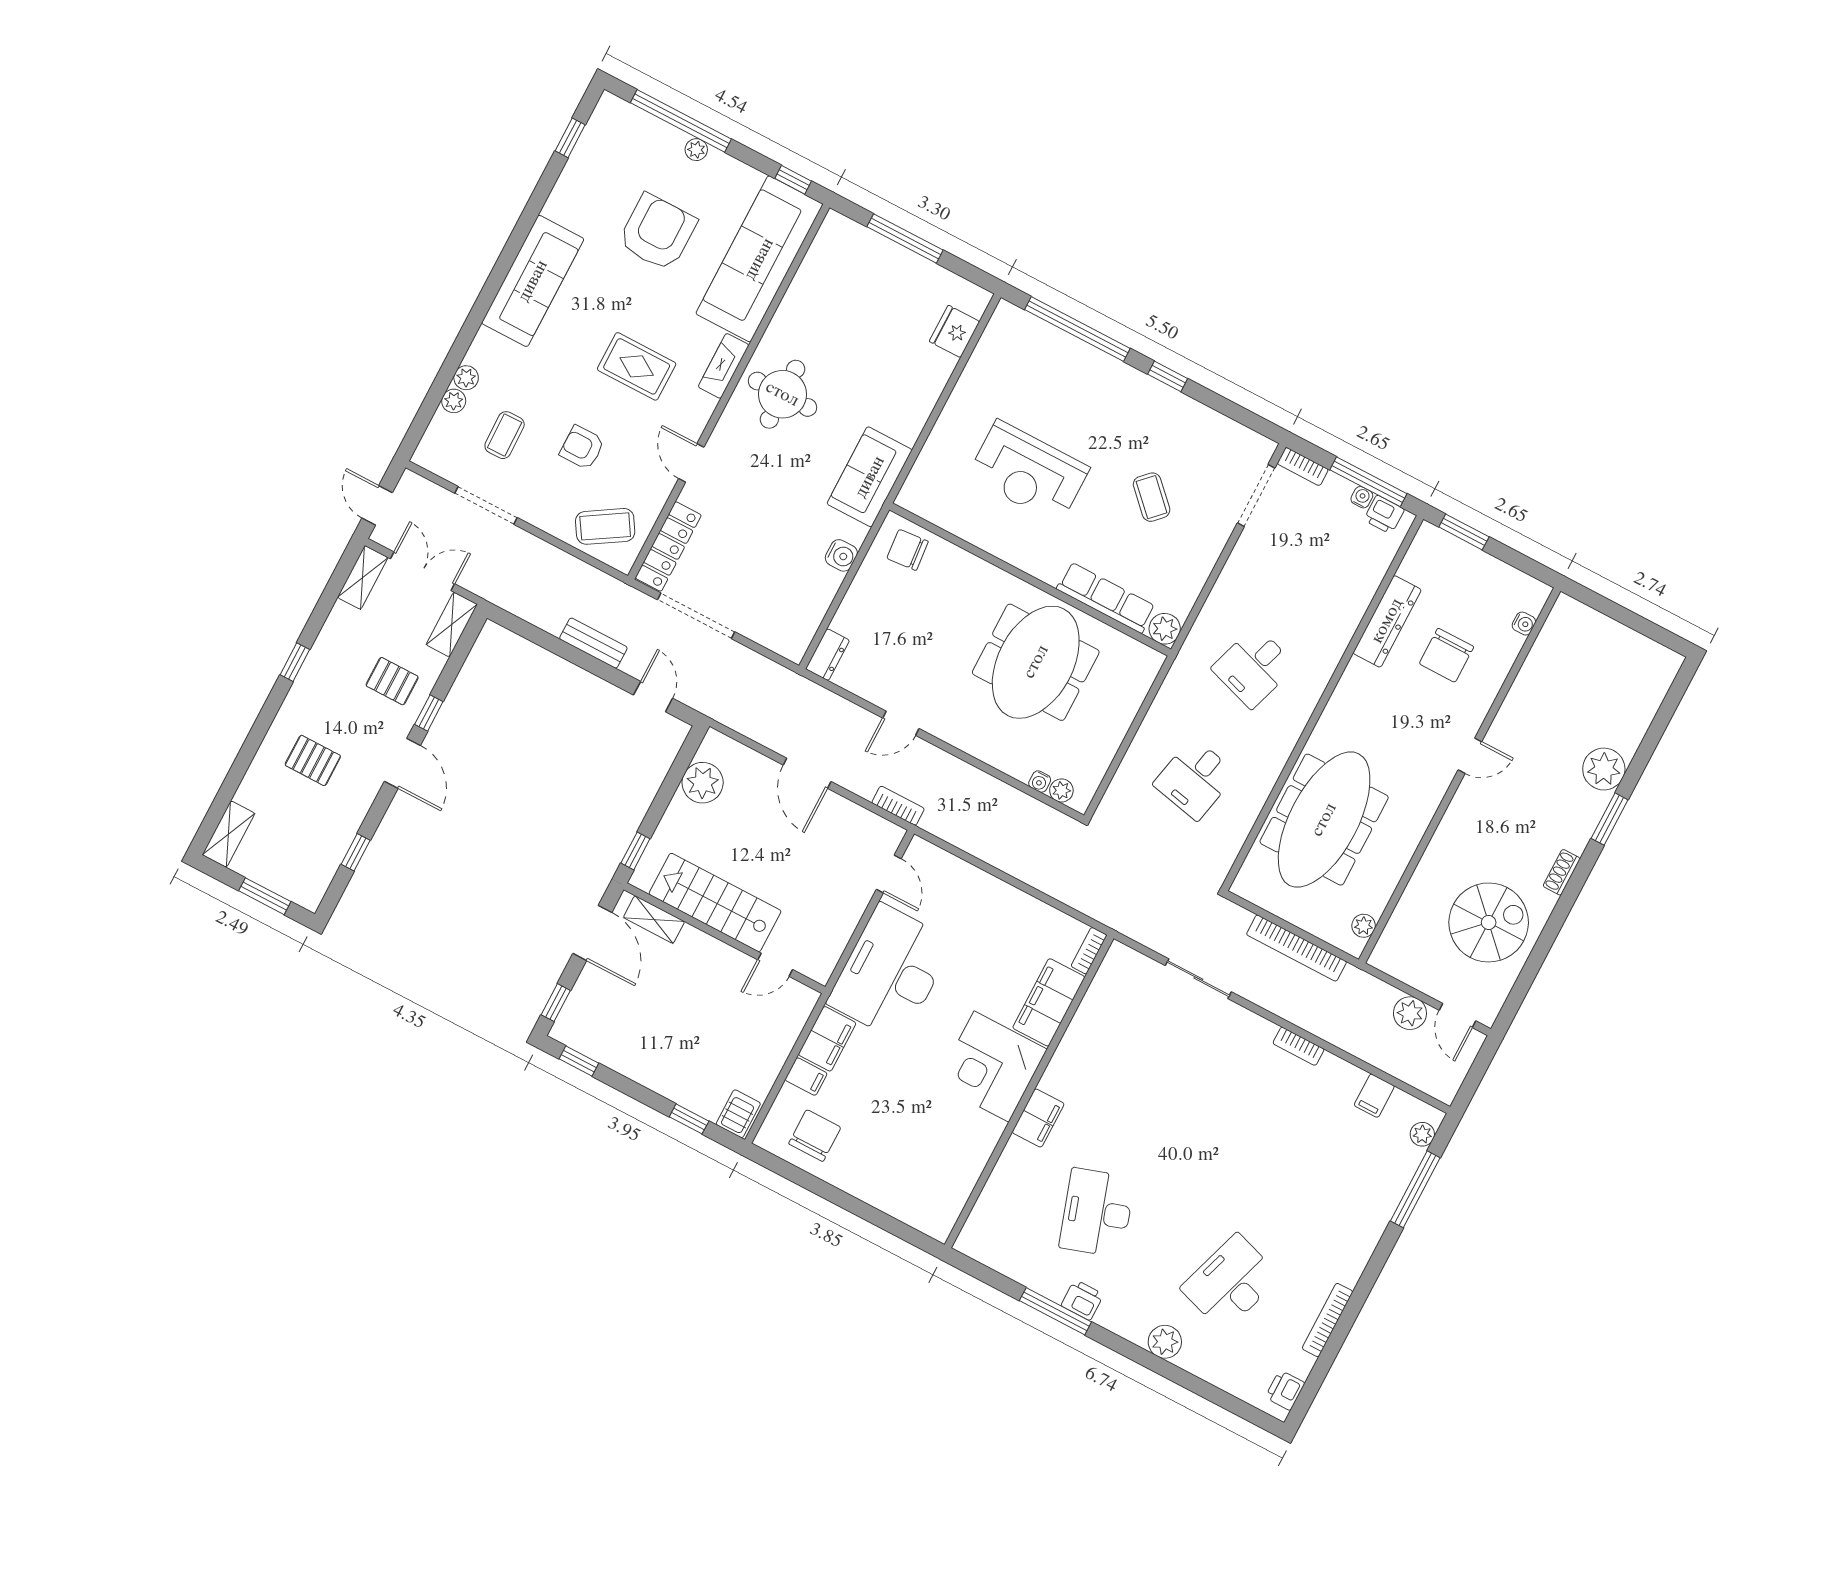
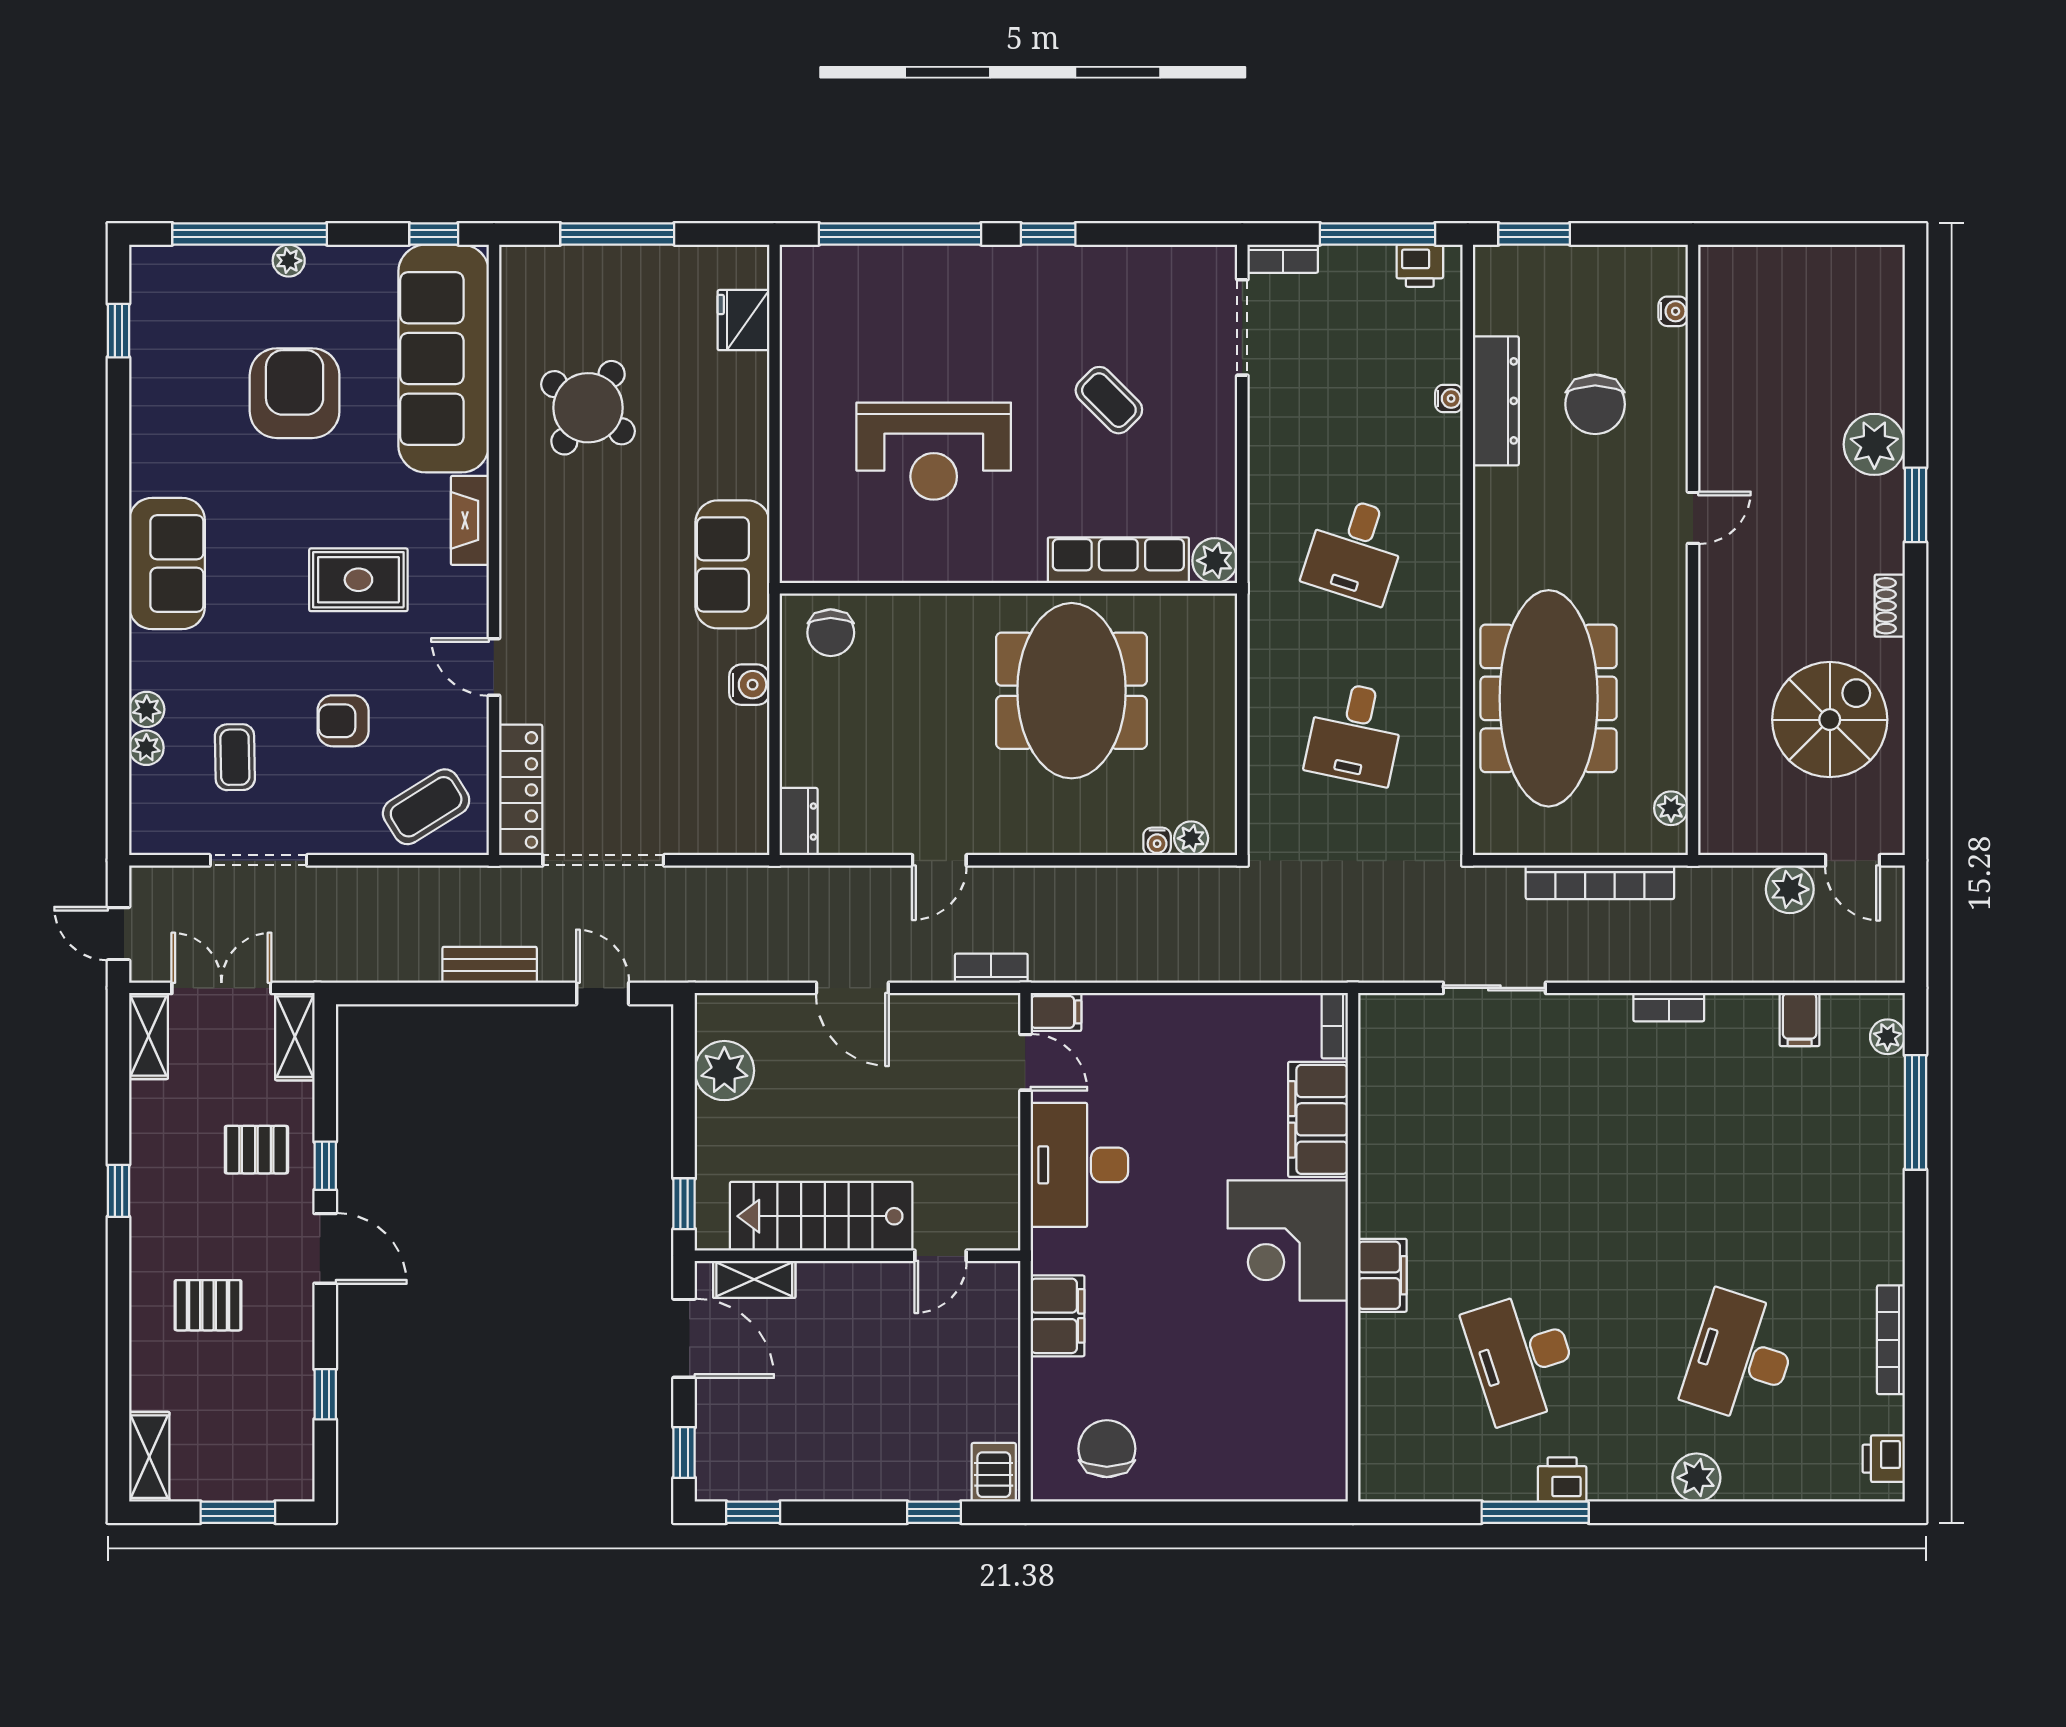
sofa: (533, 281) -> (167, 564), width x0.73
round table: (782, 394) -> (588, 408), moved, turned 35
water cooler: (1362, 497) -> (1449, 398), moved, turned 90
chair: (908, 550) -> (831, 633), turned -85
desk: (890, 972) -> (1079, 1165), width x0.73, depth x0.77
filing cabinet: (806, 1077) -> (1056, 1012), moved

